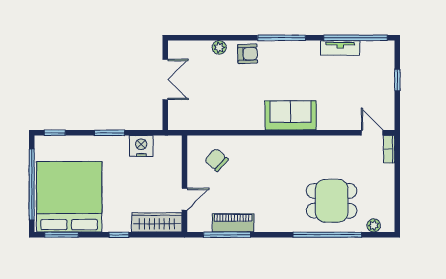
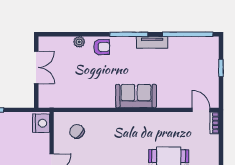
tv unit: (340, 48) -> (152, 42), moved
nightstand: (141, 146) -> (41, 123), moved, turned 90

